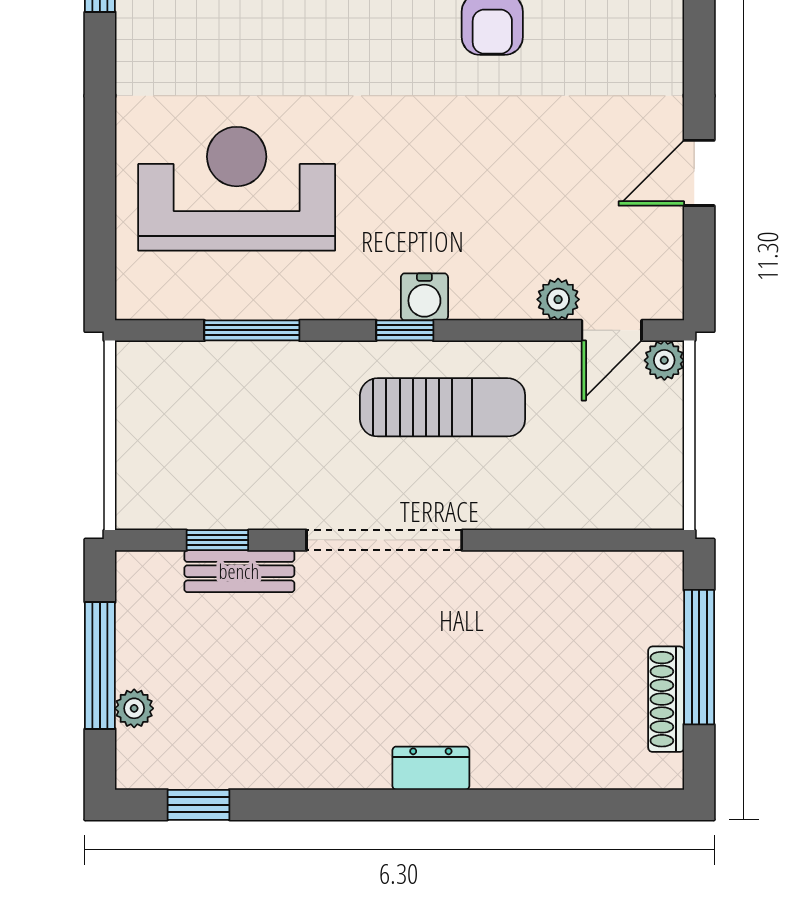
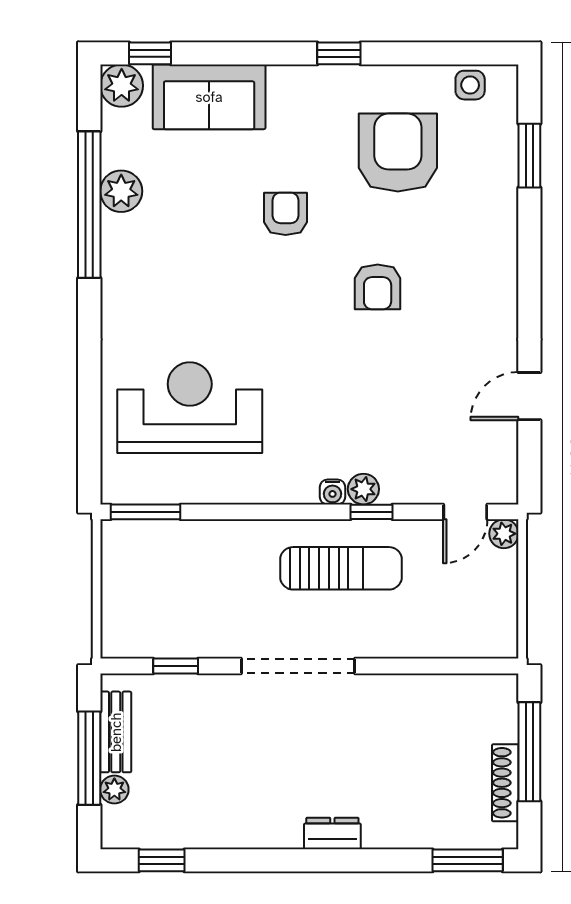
water cooler: (424, 297) -> (332, 492), width x0.72, depth x0.72
plant: (558, 299) -> (363, 489), moved
window: (252, 330) -> (146, 512), moved
window: (405, 330) -> (372, 512), moved
bench: (239, 571) -> (116, 732), moved, turned 90
window: (615, 805) -> (468, 860), added

